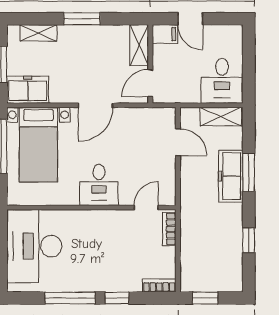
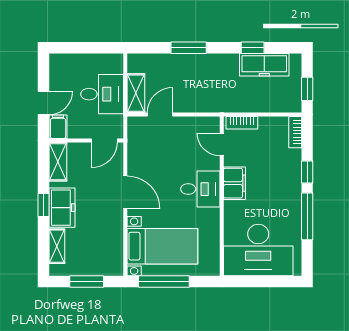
window: (82, 19) -> (44, 205), width x0.67
shelving: (139, 45) -> (58, 162), moved, turned 90
desk: (222, 81) -> (102, 94), moved
door: (150, 83) -> (104, 140), hinge flipped
freezer: (28, 90) -> (62, 208), moved, turned 180
shelving: (221, 117) -> (136, 93), moved
freezer: (231, 176) -> (264, 65), moved
filing cabinet: (105, 221) -> (234, 183), added

